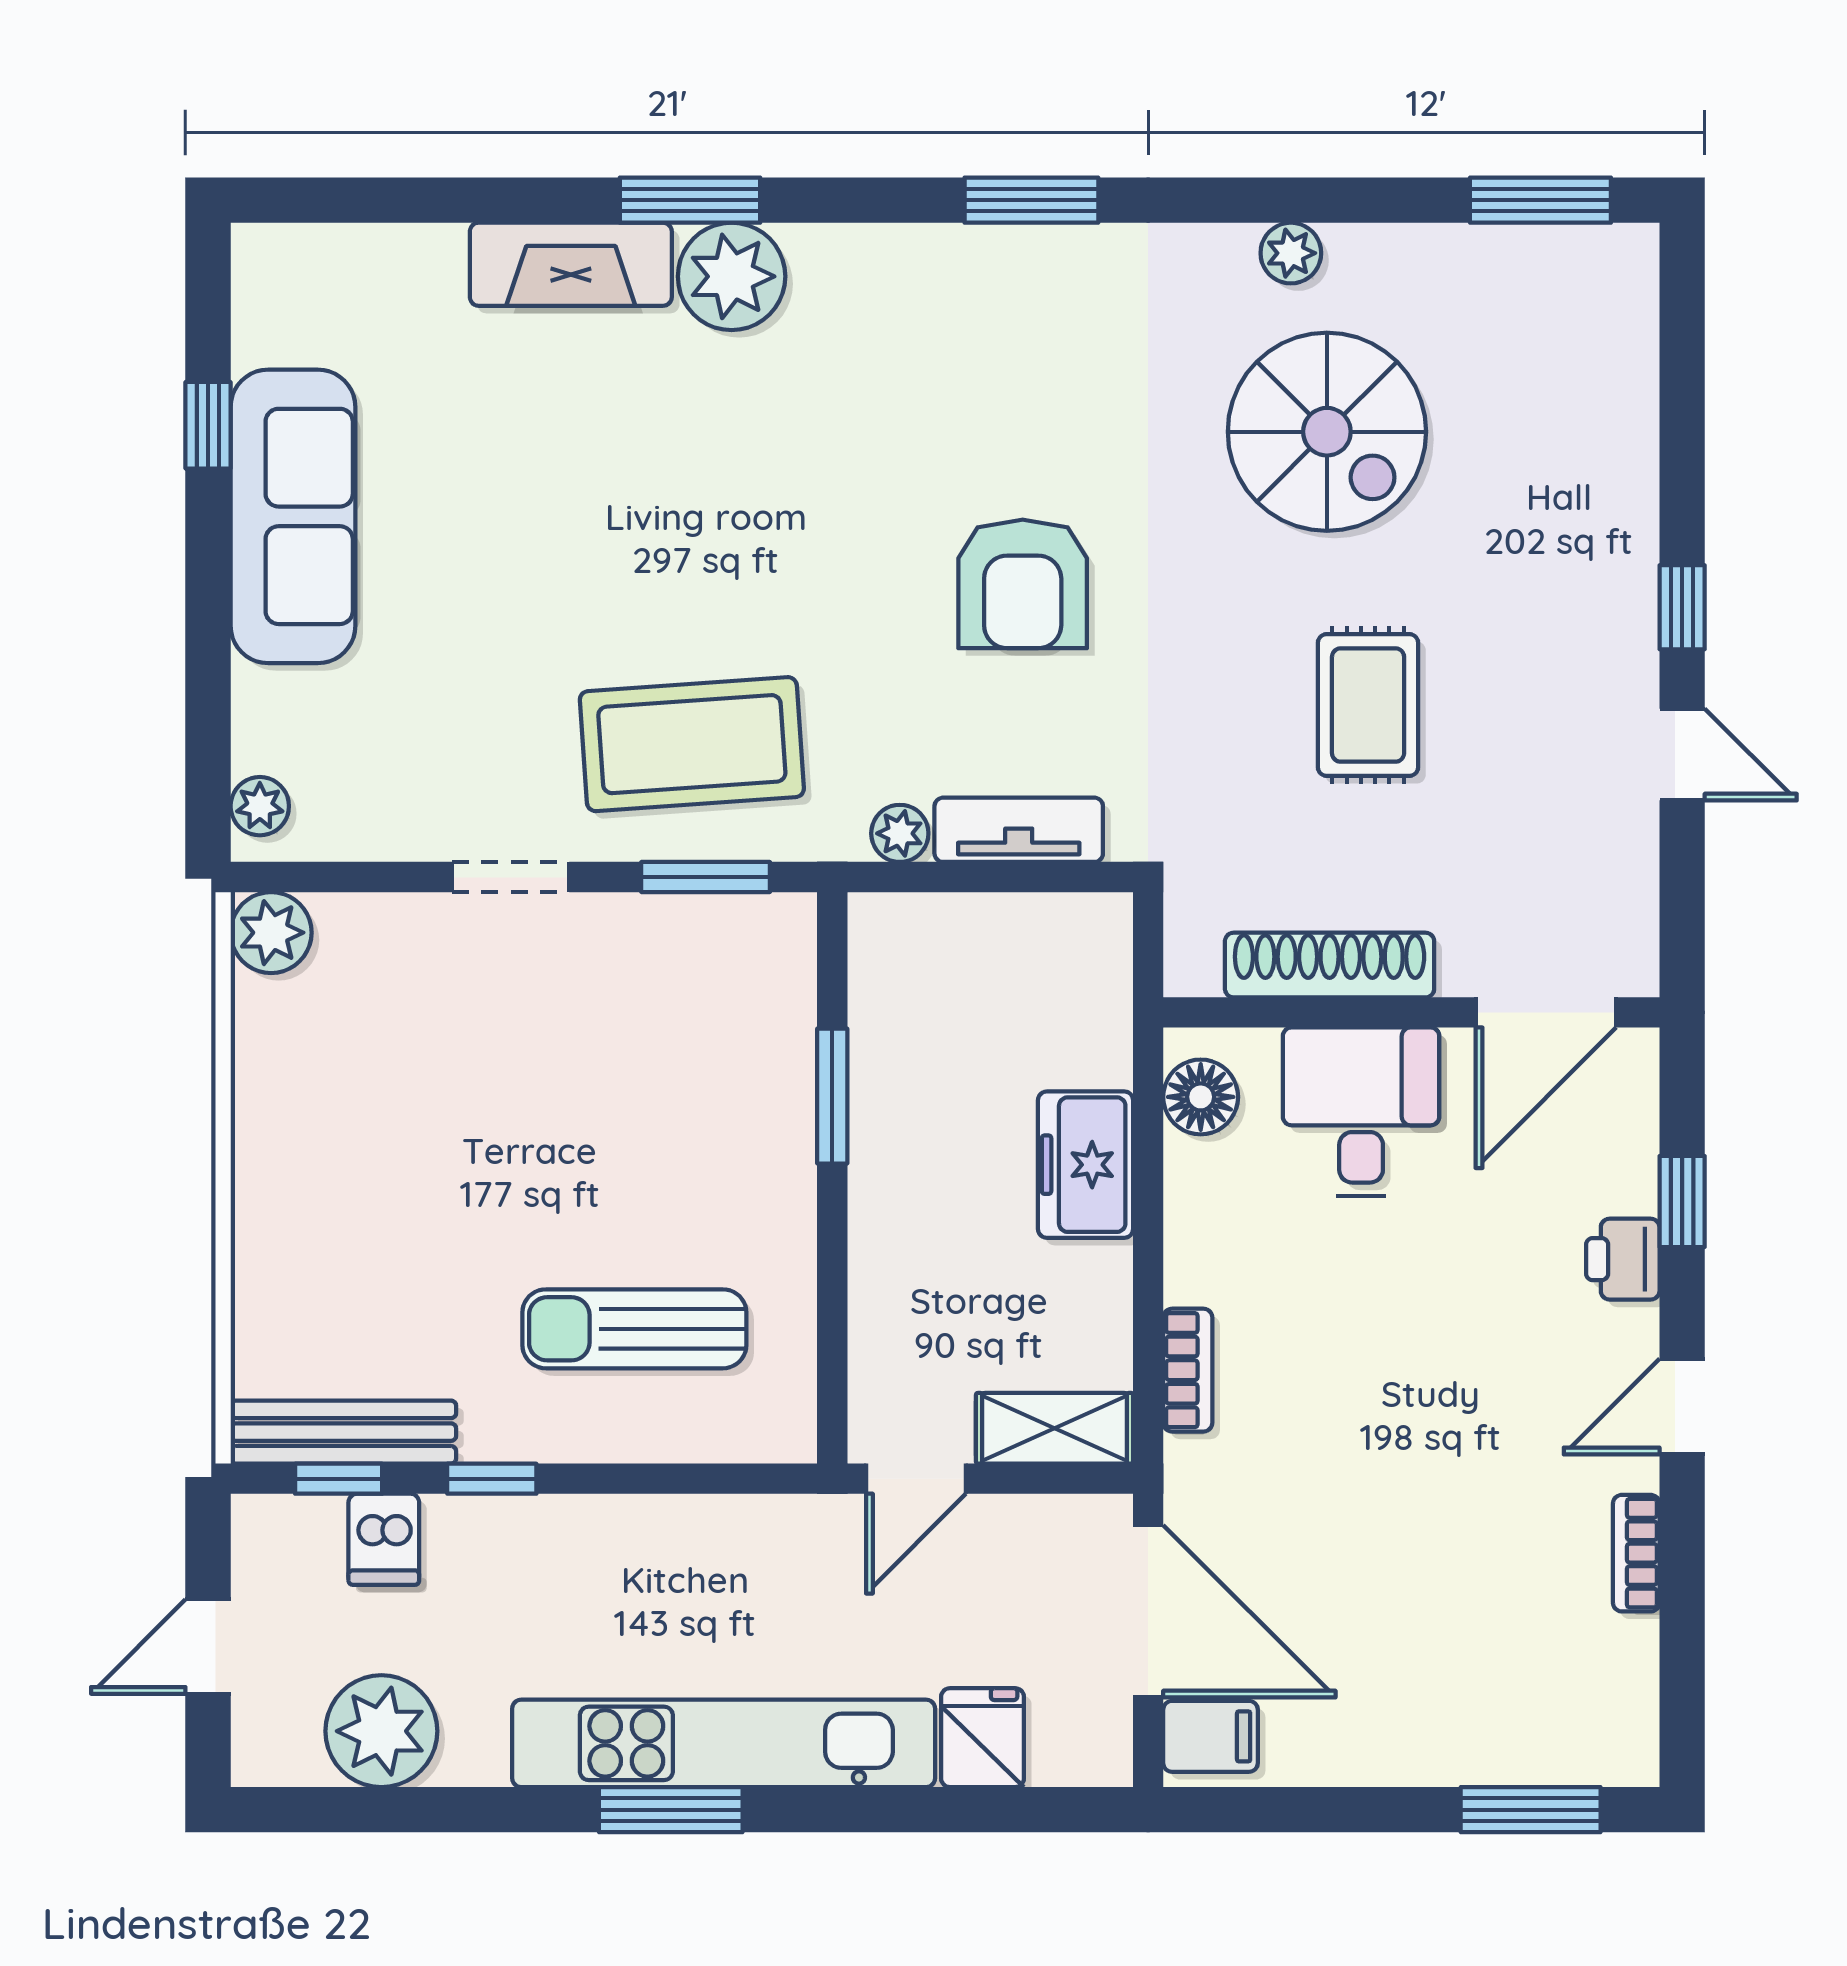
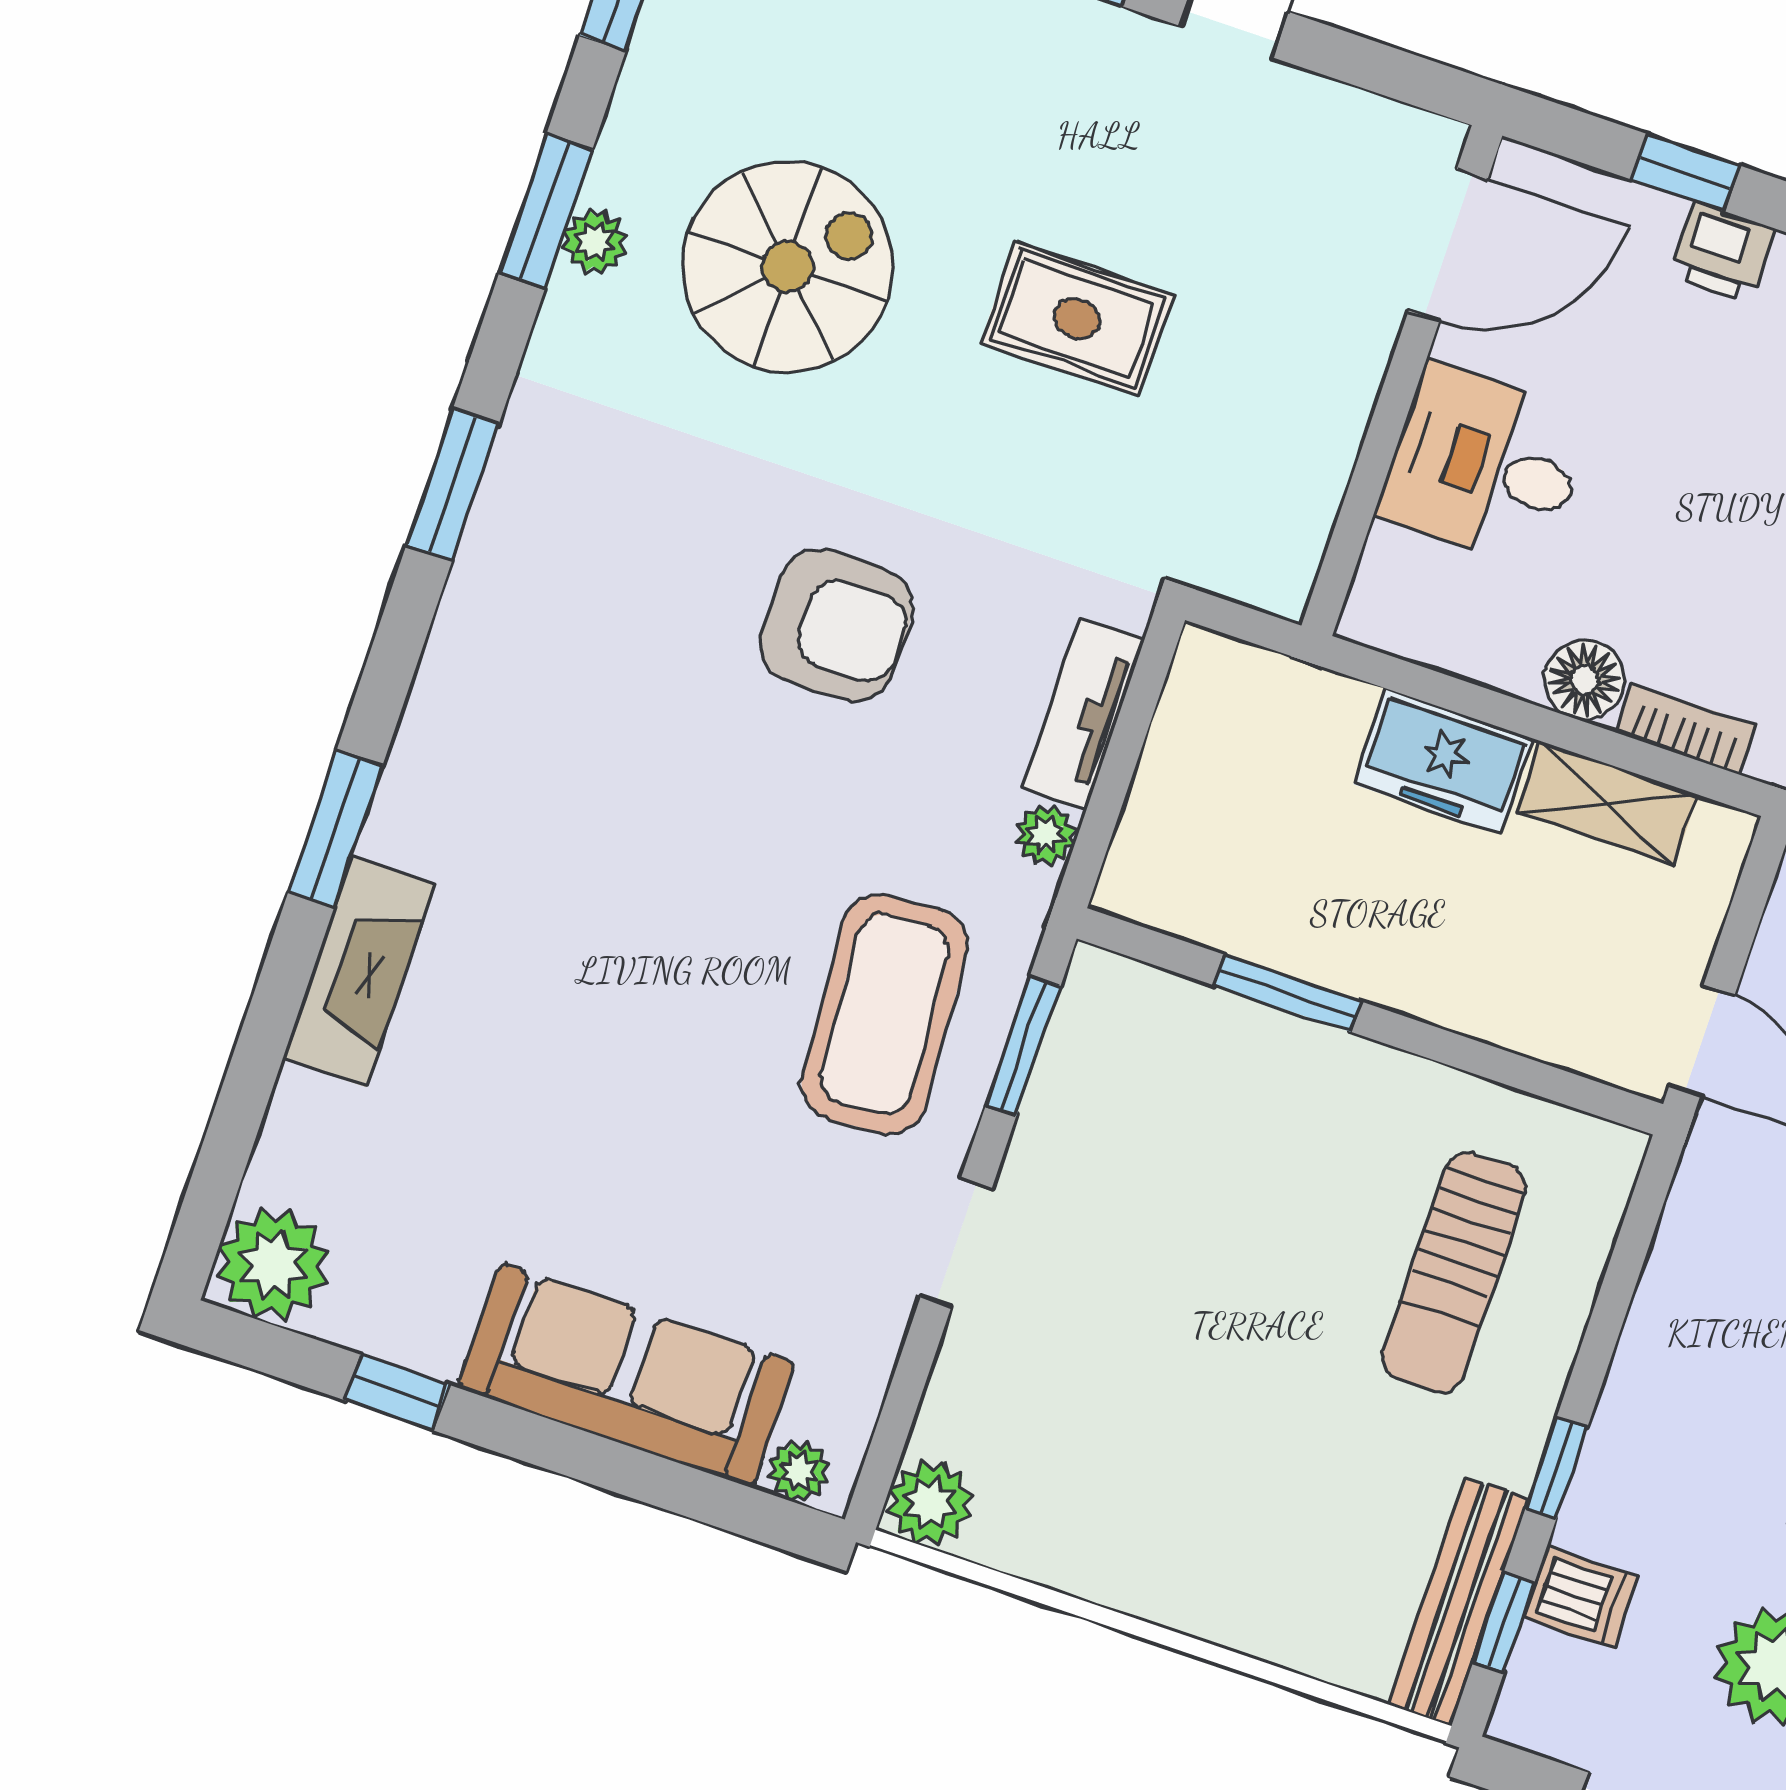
window: (1303, 200) -> (546, 211), added
plant: (732, 276) -> (273, 1264), moved
sofa: (293, 516) -> (627, 1375), moved
shoe rack: (1330, 965) -> (1326, 447), removed
door: (1546, 1012) -> (1448, 245), hinge flipped
floor lamp: (1201, 1097) -> (1585, 680), moved
shelving: (1055, 1428) -> (1607, 803), moved, turned 90

